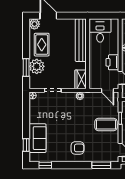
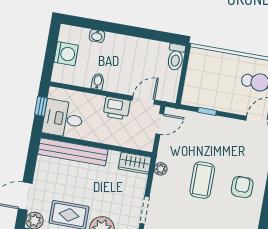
window: (105, 16) -> (41, 106), added
coffee table: (106, 124) -> (202, 180), moved

